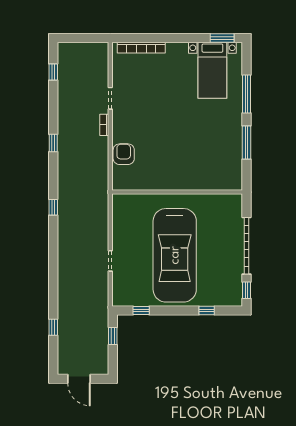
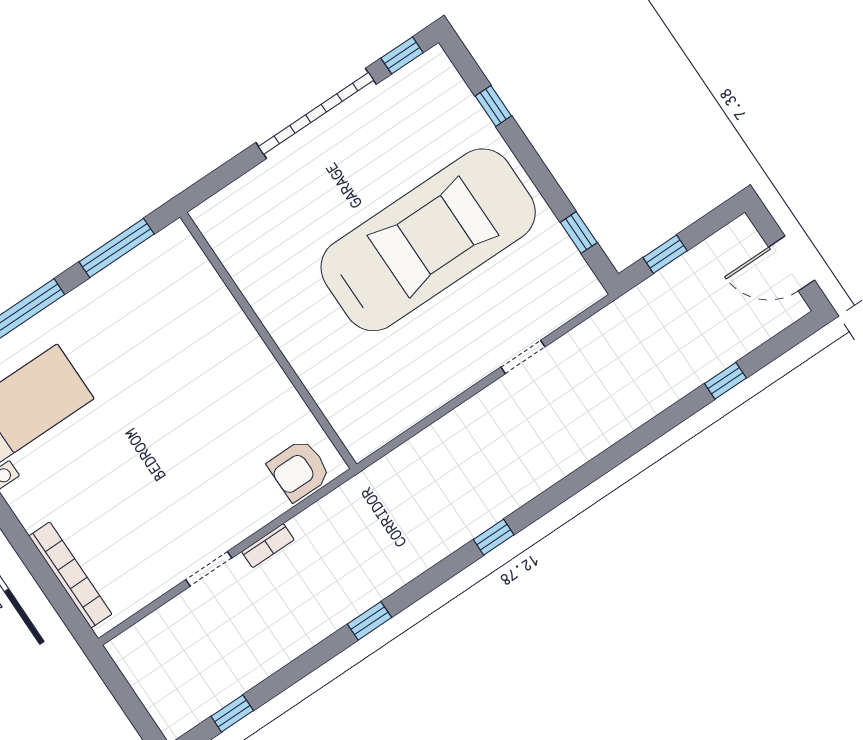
wall: (177, 192) -> (268, 340), moved
door: (79, 379) -> (792, 264), swing flipped

